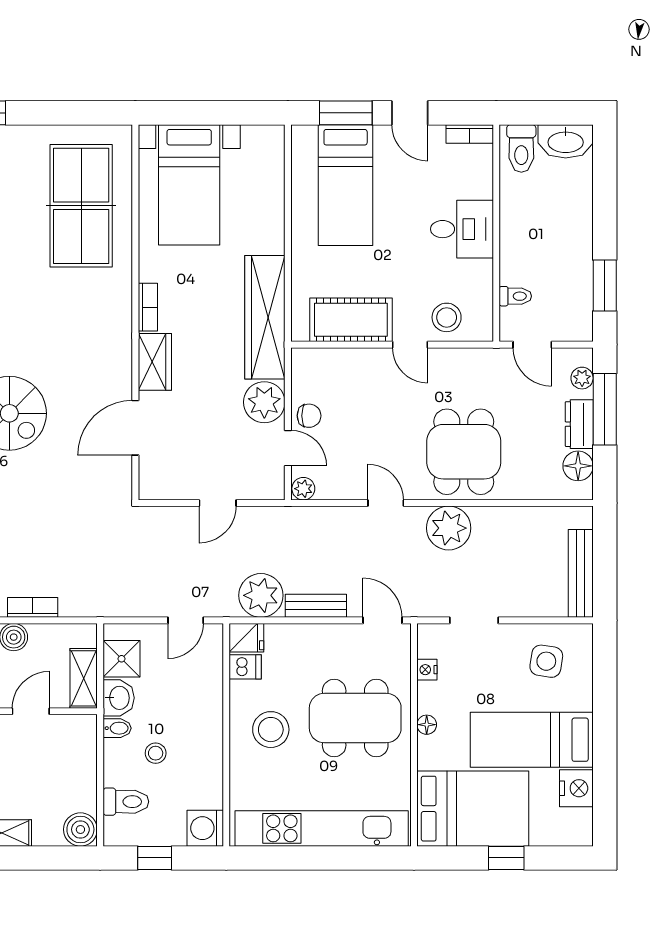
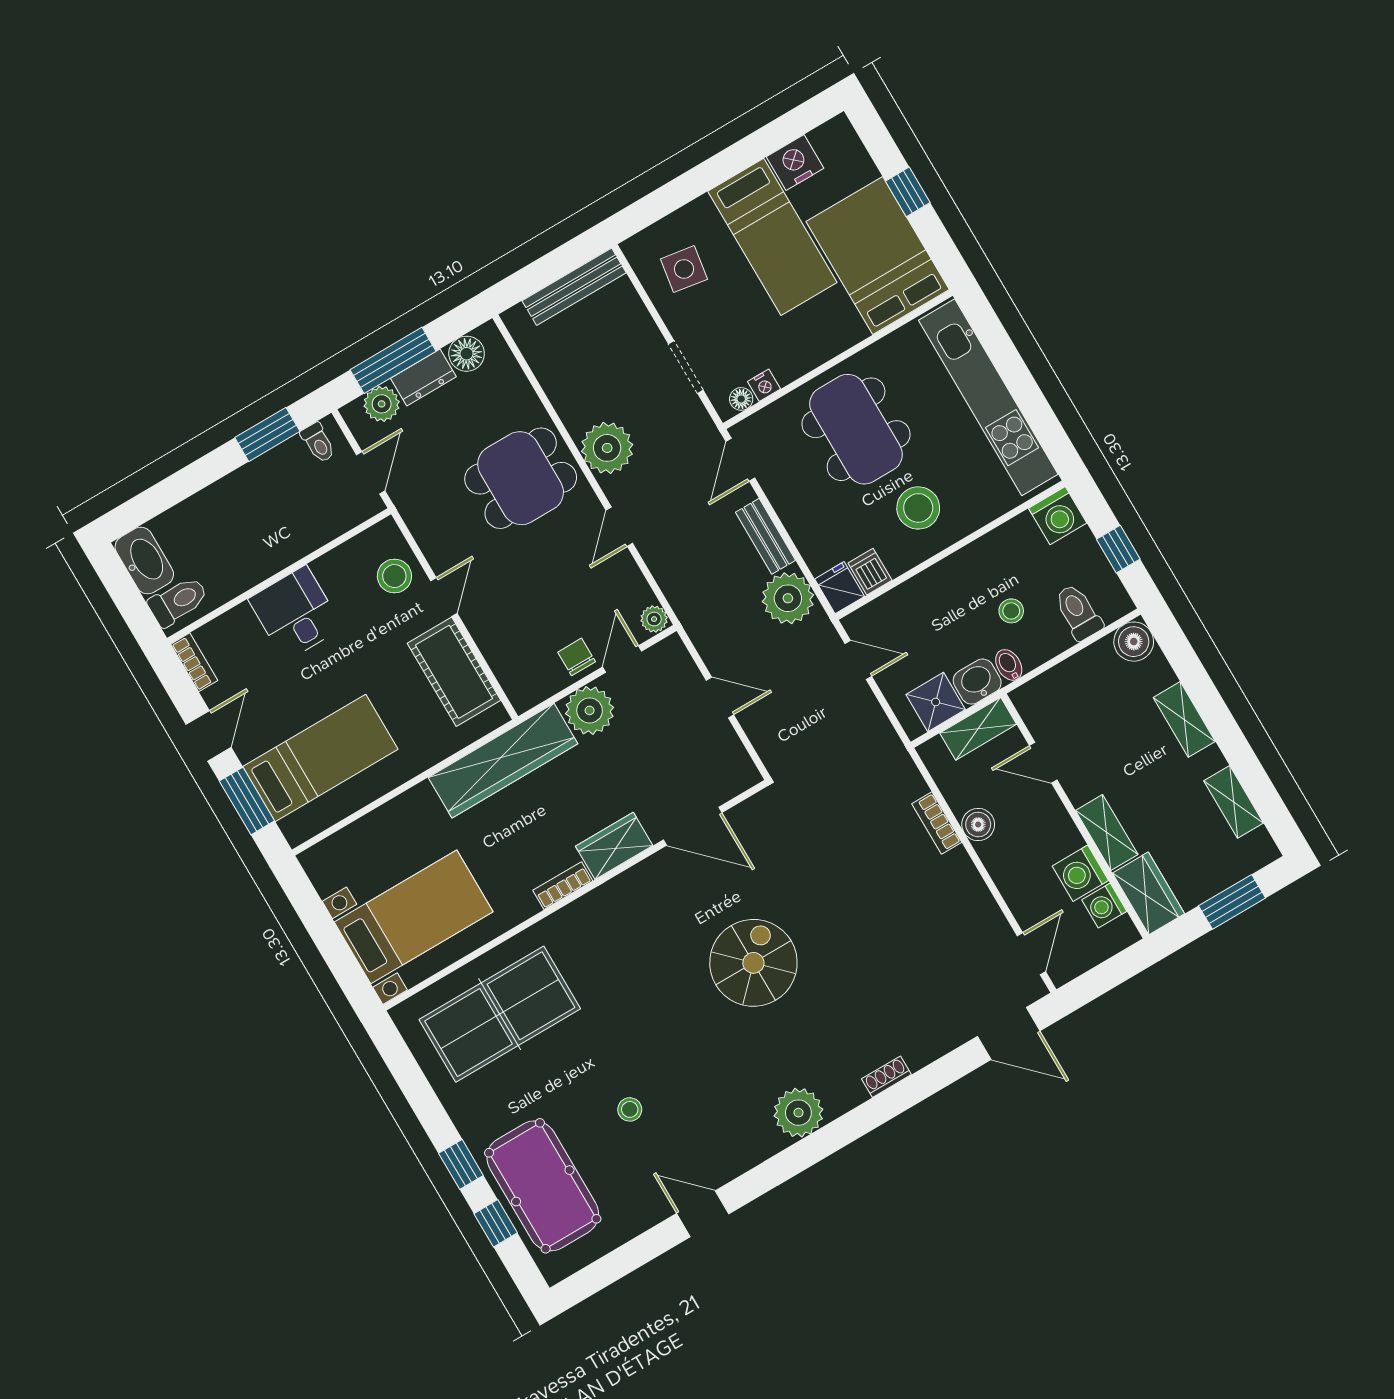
toilet: (515, 296) -> (318, 443), moved, turned 180
plant: (582, 378) -> (382, 404), width x1.38, depth x1.38
floor lamp: (427, 725) -> (741, 399), moved

